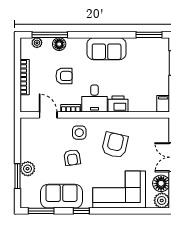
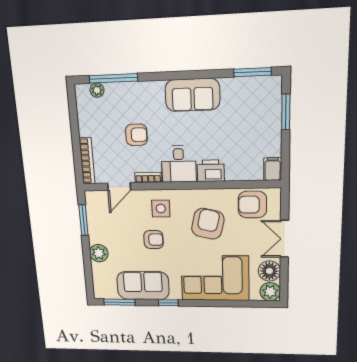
floor lamp: (59, 44) -> (127, 91), removed
bookcase: (25, 77) -> (87, 161), moved
door: (48, 115) -> (119, 187), swing flipped
armchair: (148, 130) -> (252, 205), added
armchair: (72, 157) -> (154, 240), turned -82
window: (17, 176) -> (83, 220), moved

